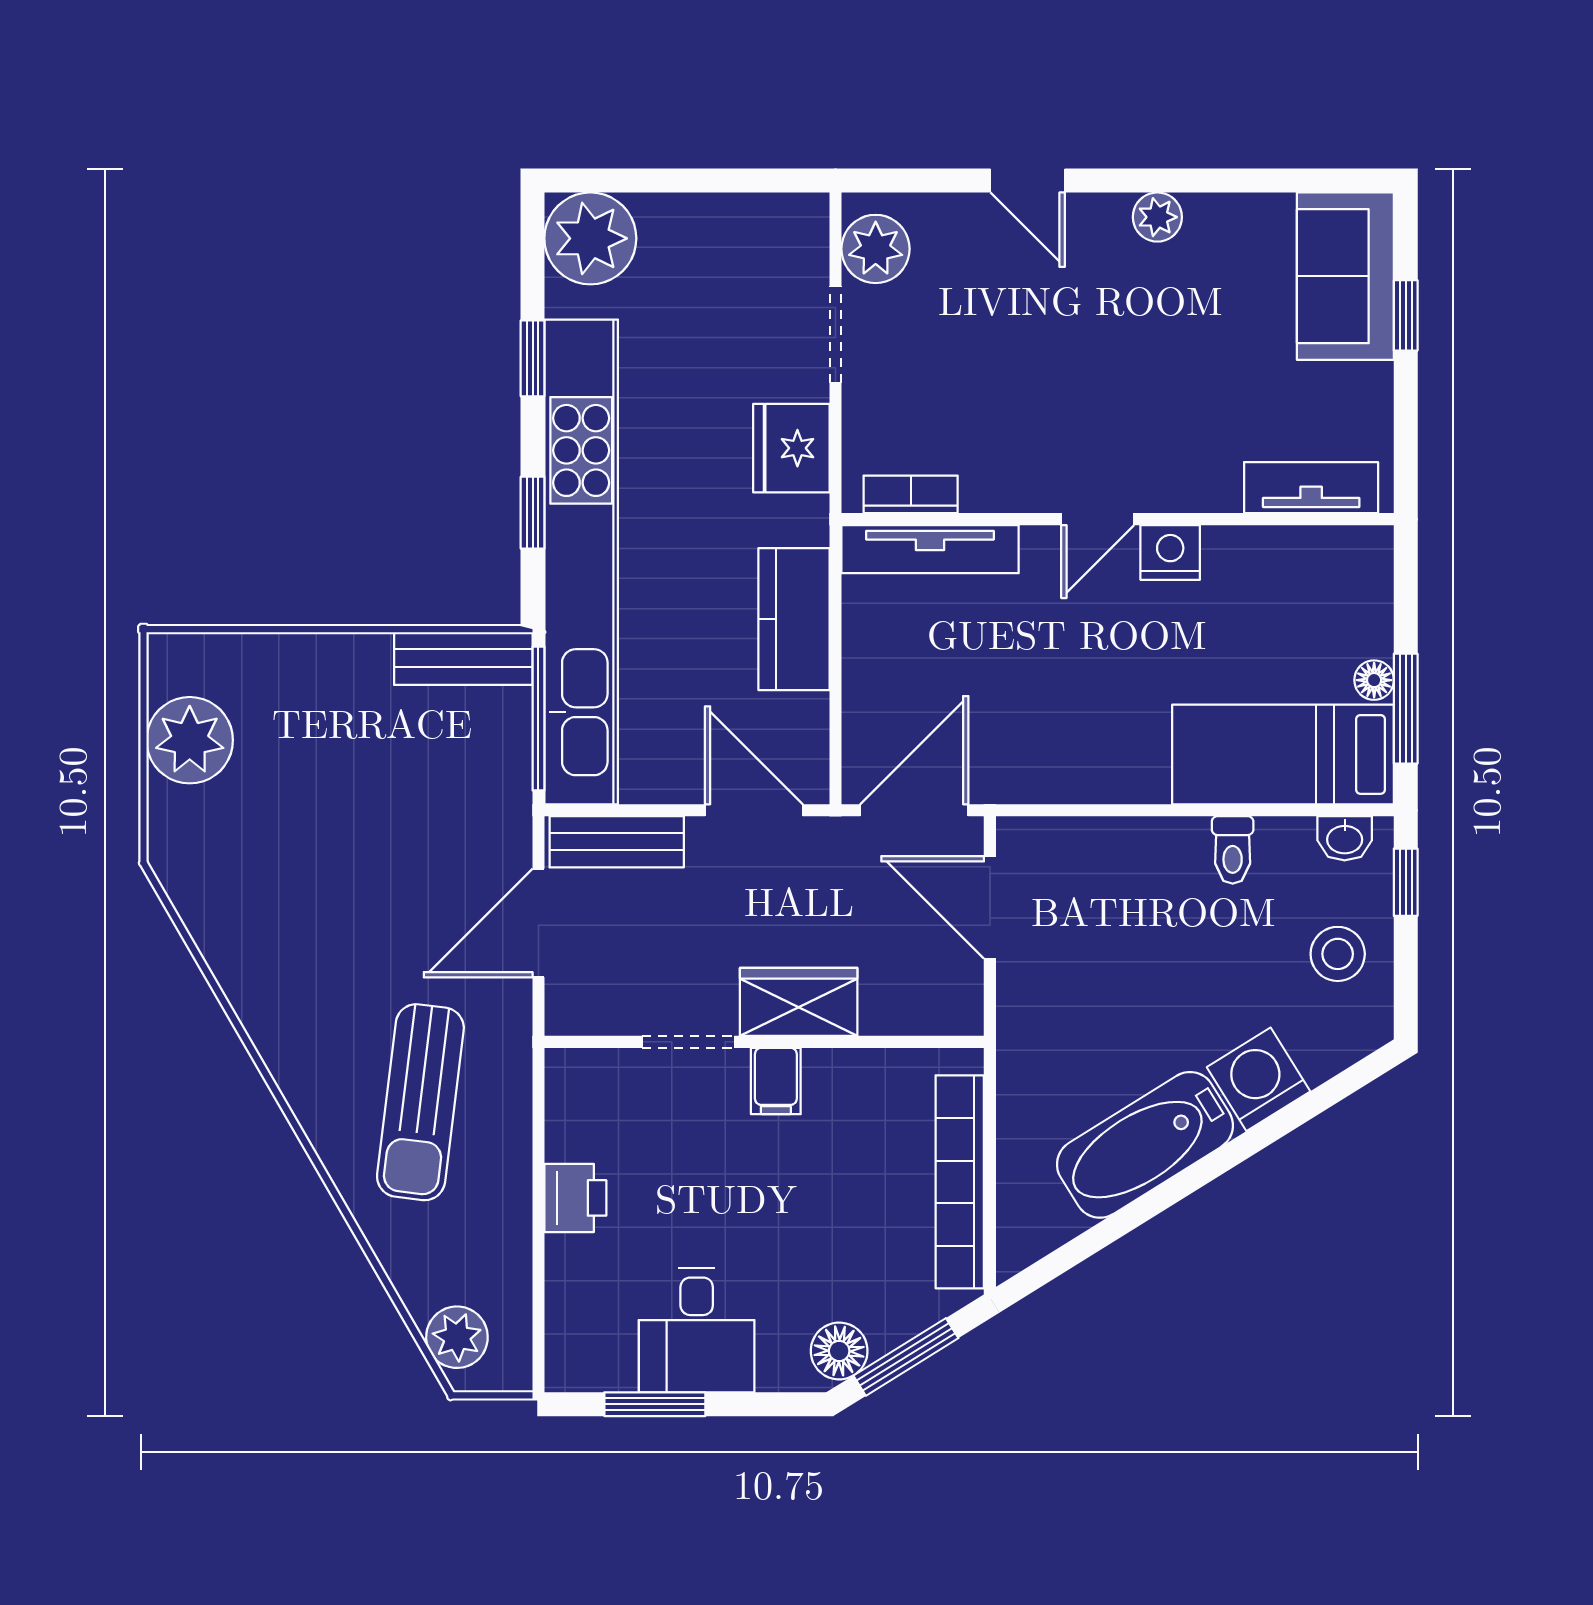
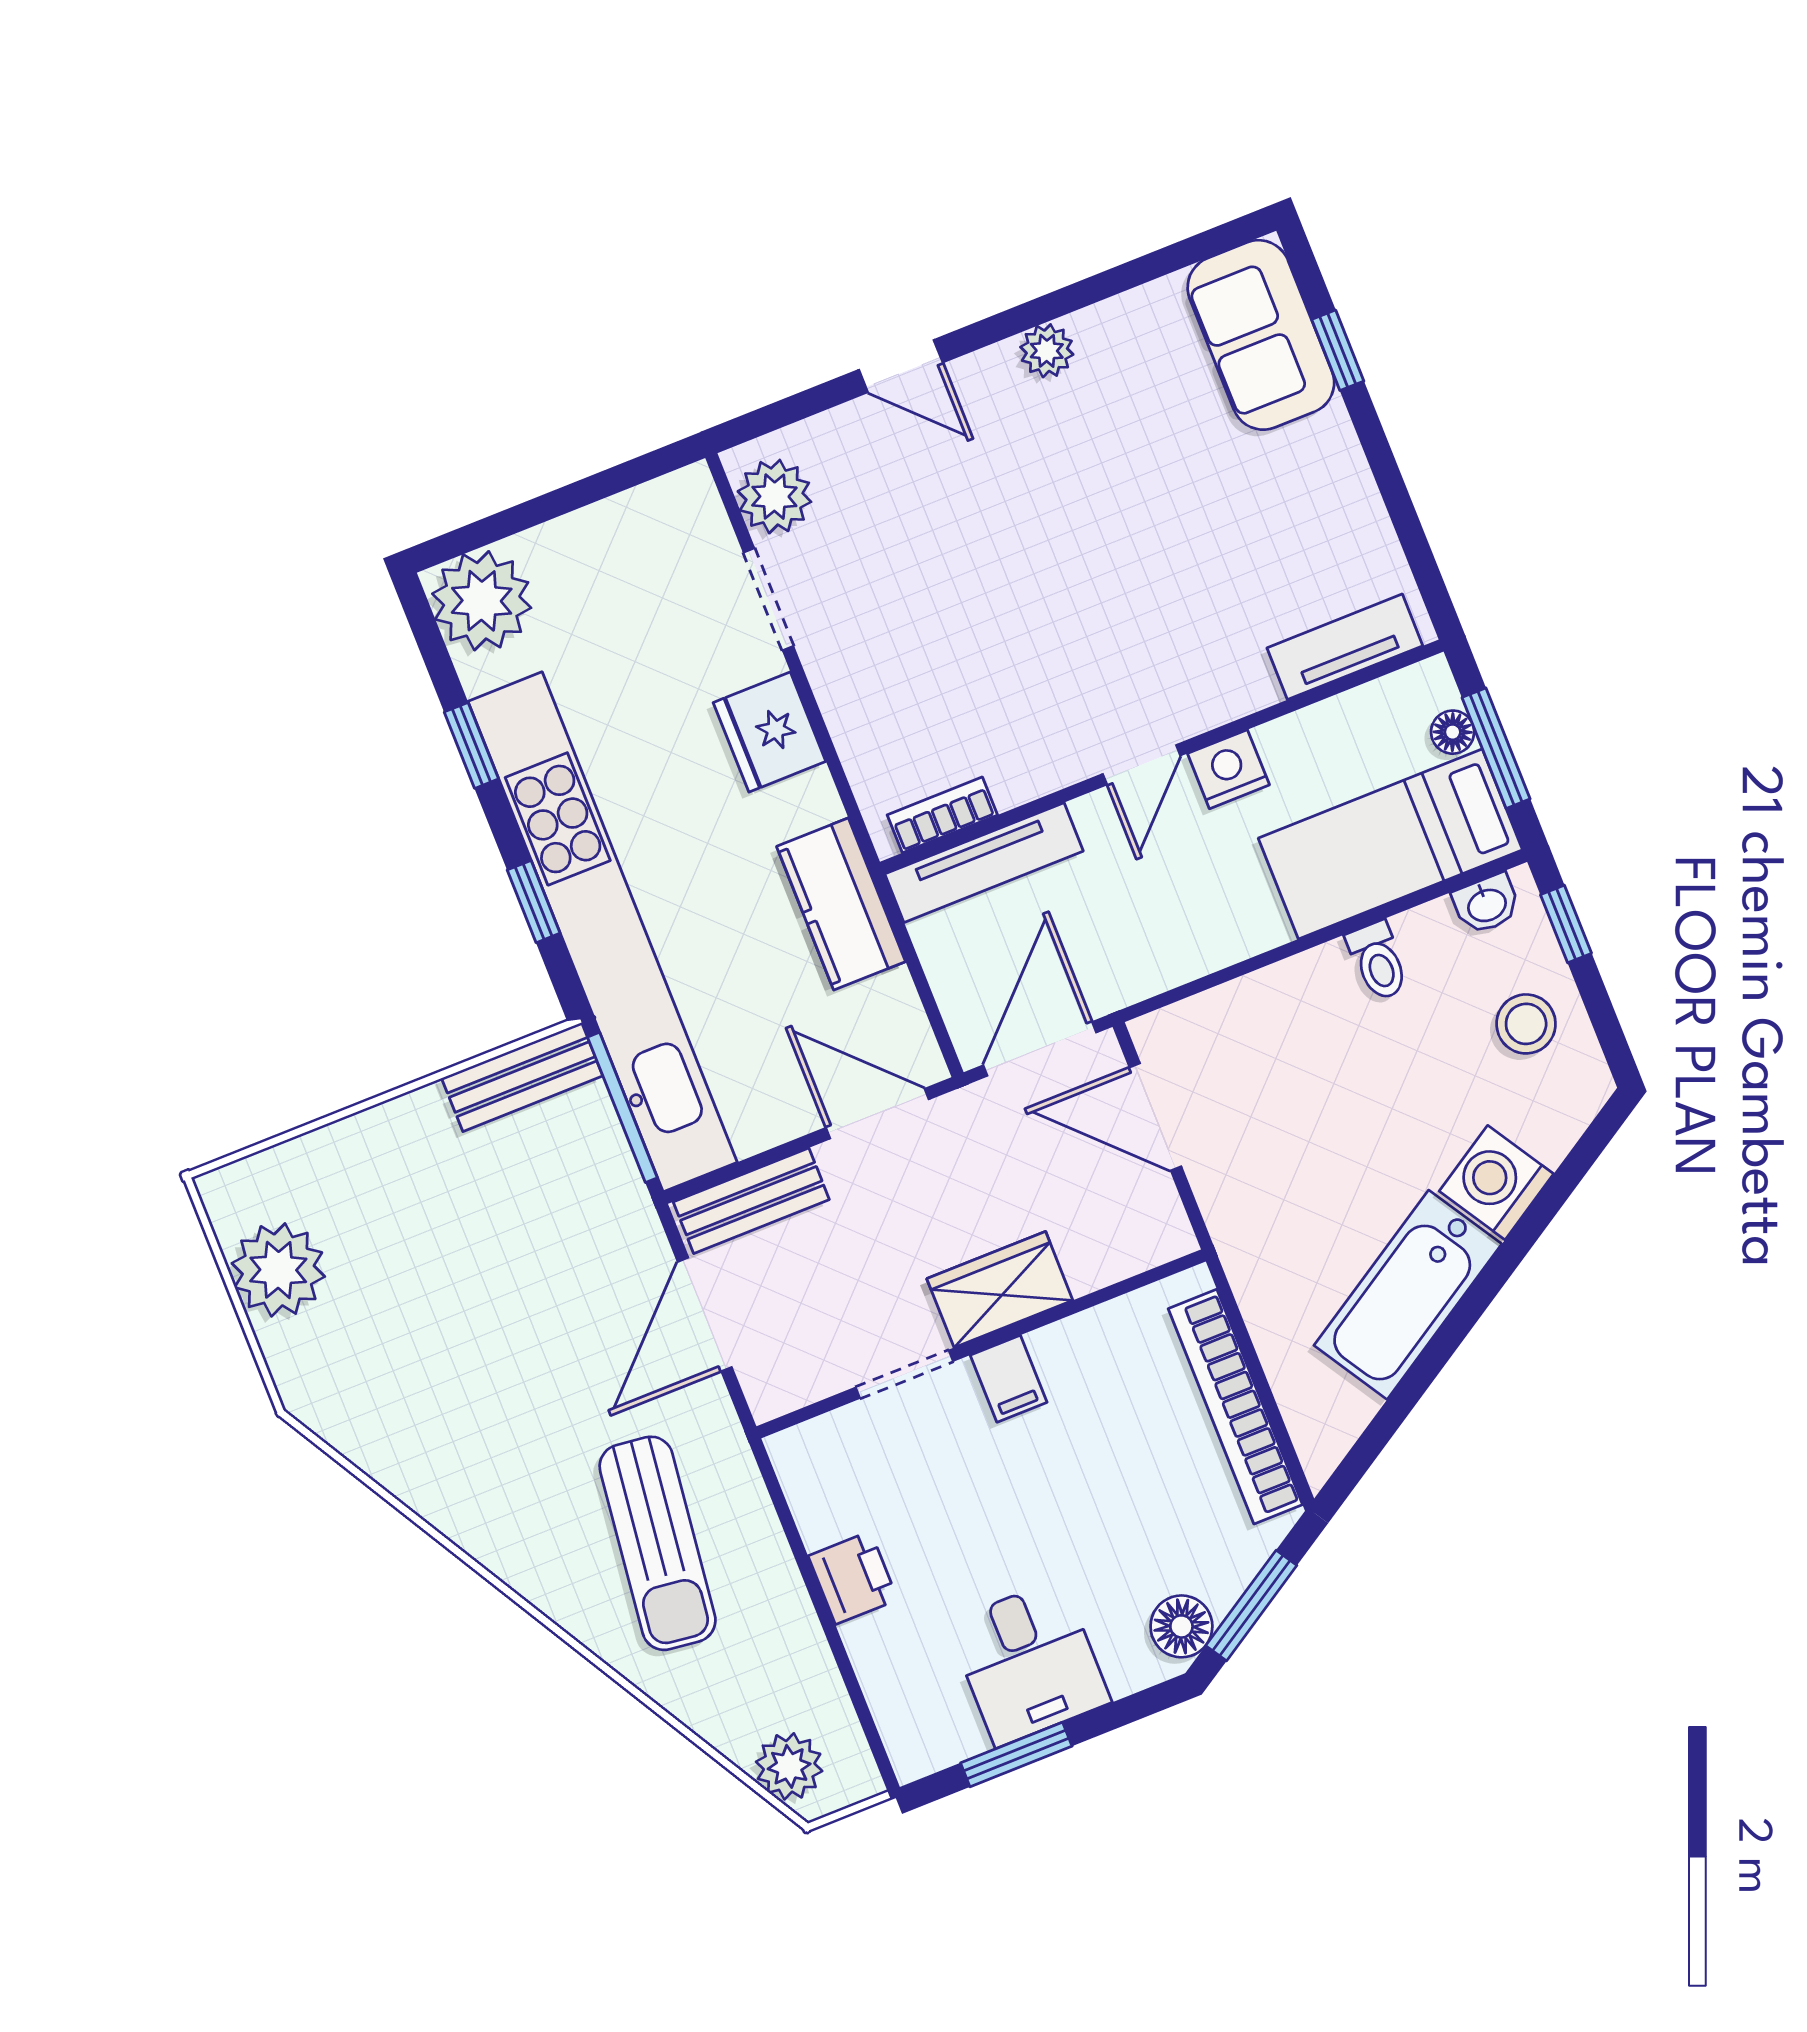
tv unit: (1311, 488) -> (1345, 647), moved
bookcase: (911, 494) -> (942, 815), moved
door: (1098, 519) -> (1142, 765), moved
wall: (1118, 519) -> (1162, 757), moved
tv unit: (930, 549) -> (984, 863), moved
nightstand: (1170, 552) -> (1228, 769), moved

